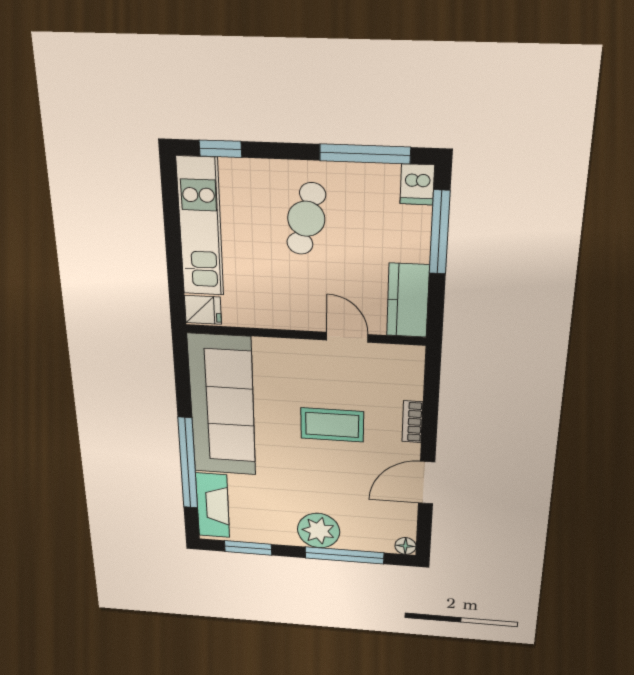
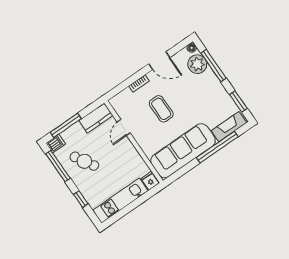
window: (220, 149) -> (81, 199), moved
cafe table: (306, 219) -> (84, 161), moved, turned 45
plant: (319, 531) -> (197, 64), moved

